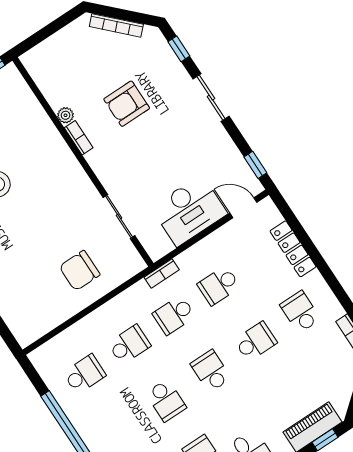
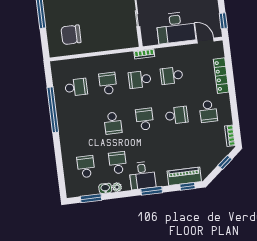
chair: (80, 271) -> (71, 35), moved
school desk: (300, 312) -> (208, 111), turned 180
school desk: (129, 345) -> (108, 83), turned -90

